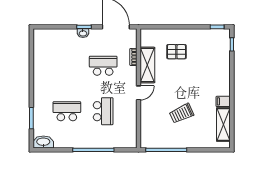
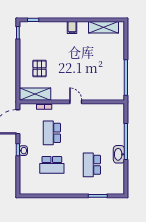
shelving: (147, 65) -> (35, 94), moved
filing cabinet: (223, 101) -> (72, 27), moved
school desk: (103, 111) -> (52, 165), moved, turned 180
trolley: (182, 113) -> (94, 64), removed
washbasin: (43, 142) -> (119, 154), moved

